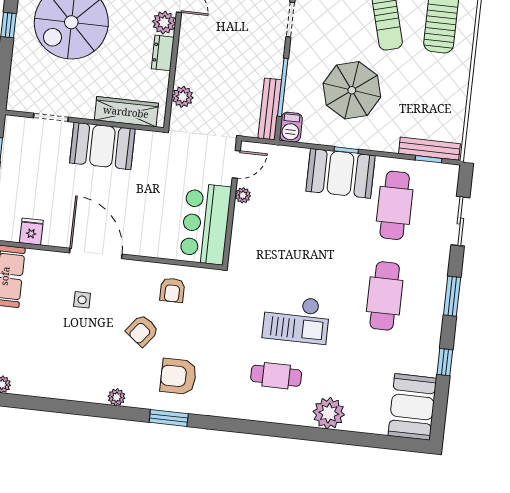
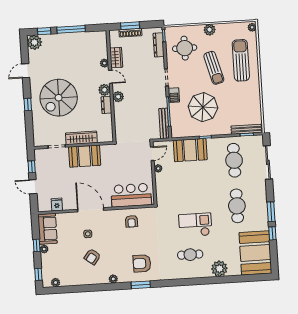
plant: (183, 97) -> (118, 97), moved
wardrobe: (126, 112) -> (81, 138), moved
barbecue: (291, 127) -> (174, 95), moved
booth: (341, 173) -> (190, 150), moved
sliding door: (460, 221) -> (268, 162), width x1.37
bar counter: (205, 224) -> (131, 195), moved, turned 90
window: (452, 296) -> (271, 212), moved
checkout: (296, 319) -> (195, 225), turned 180
armchair: (142, 331) -> (92, 257), moved
booth: (412, 407) -> (255, 253), width x1.36, depth x1.42

